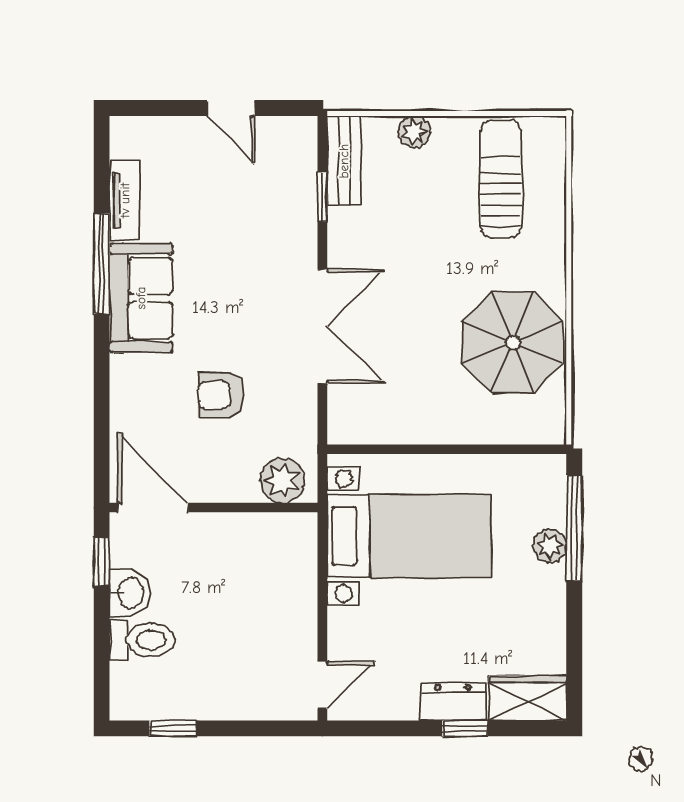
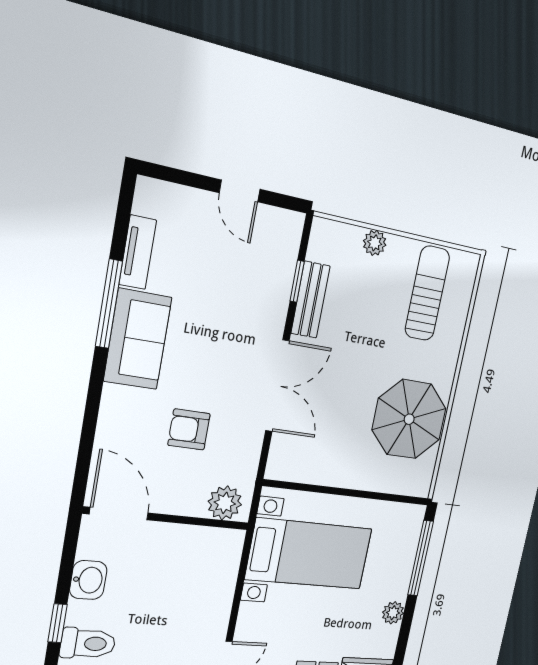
bench: (344, 161) -> (310, 300), moved
plant: (550, 546) -> (393, 613), moved
window: (102, 561) -> (58, 623), moved
toilet: (142, 640) -> (88, 643), moved

